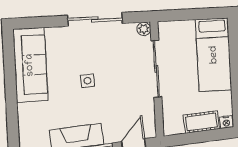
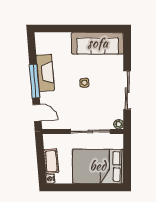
bed: (214, 55) -> (98, 166), width x1.50

